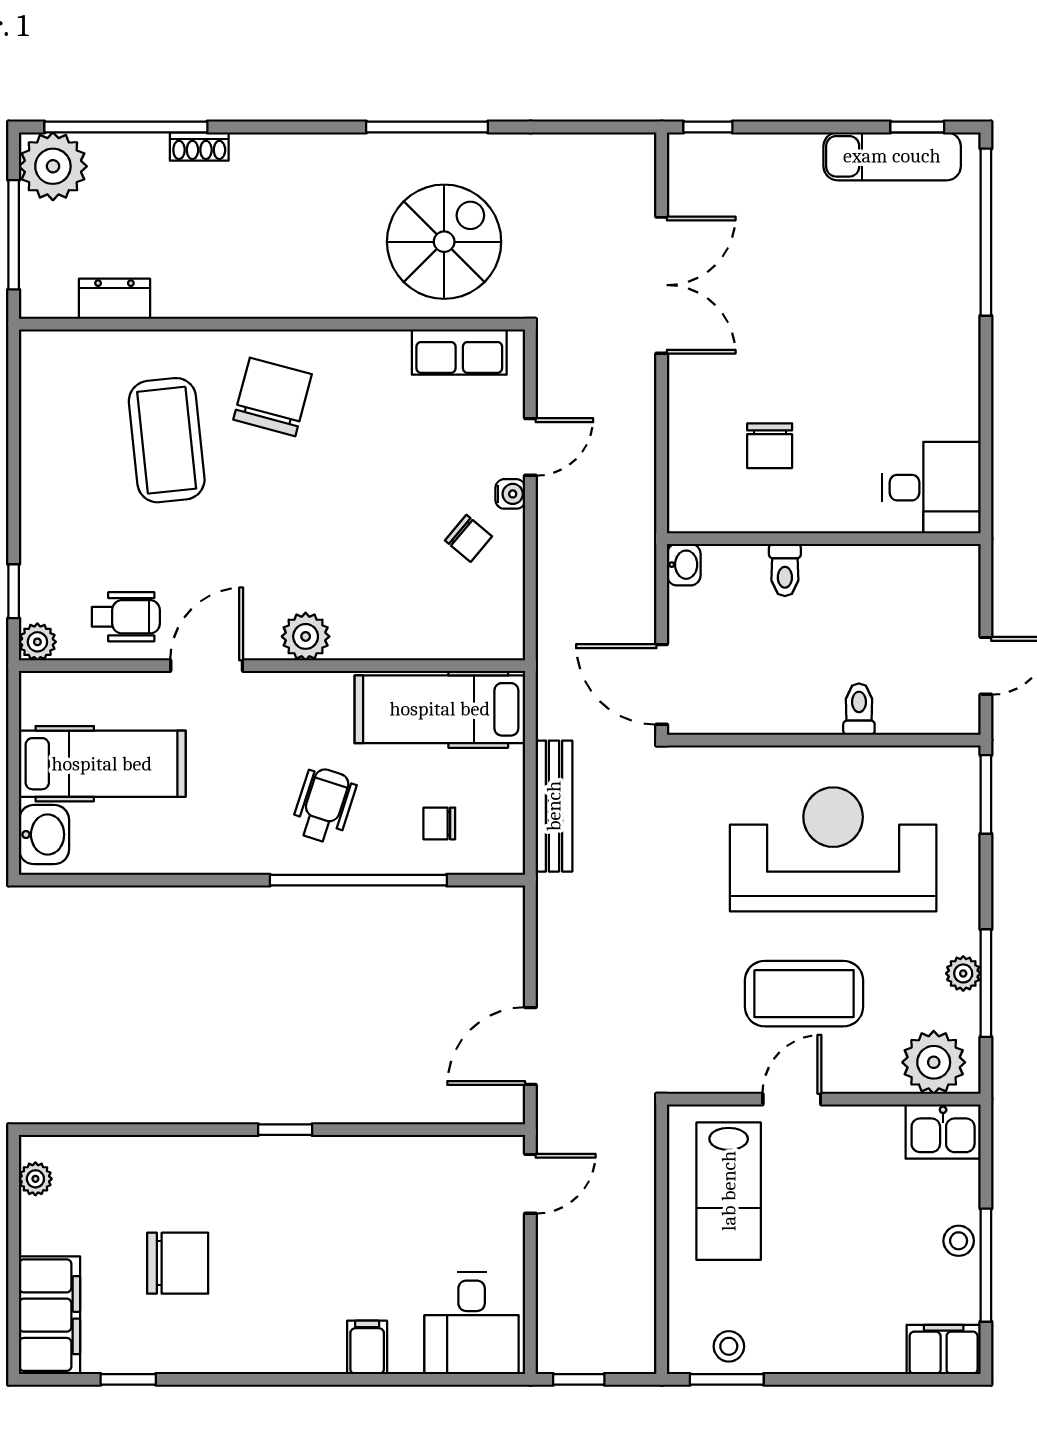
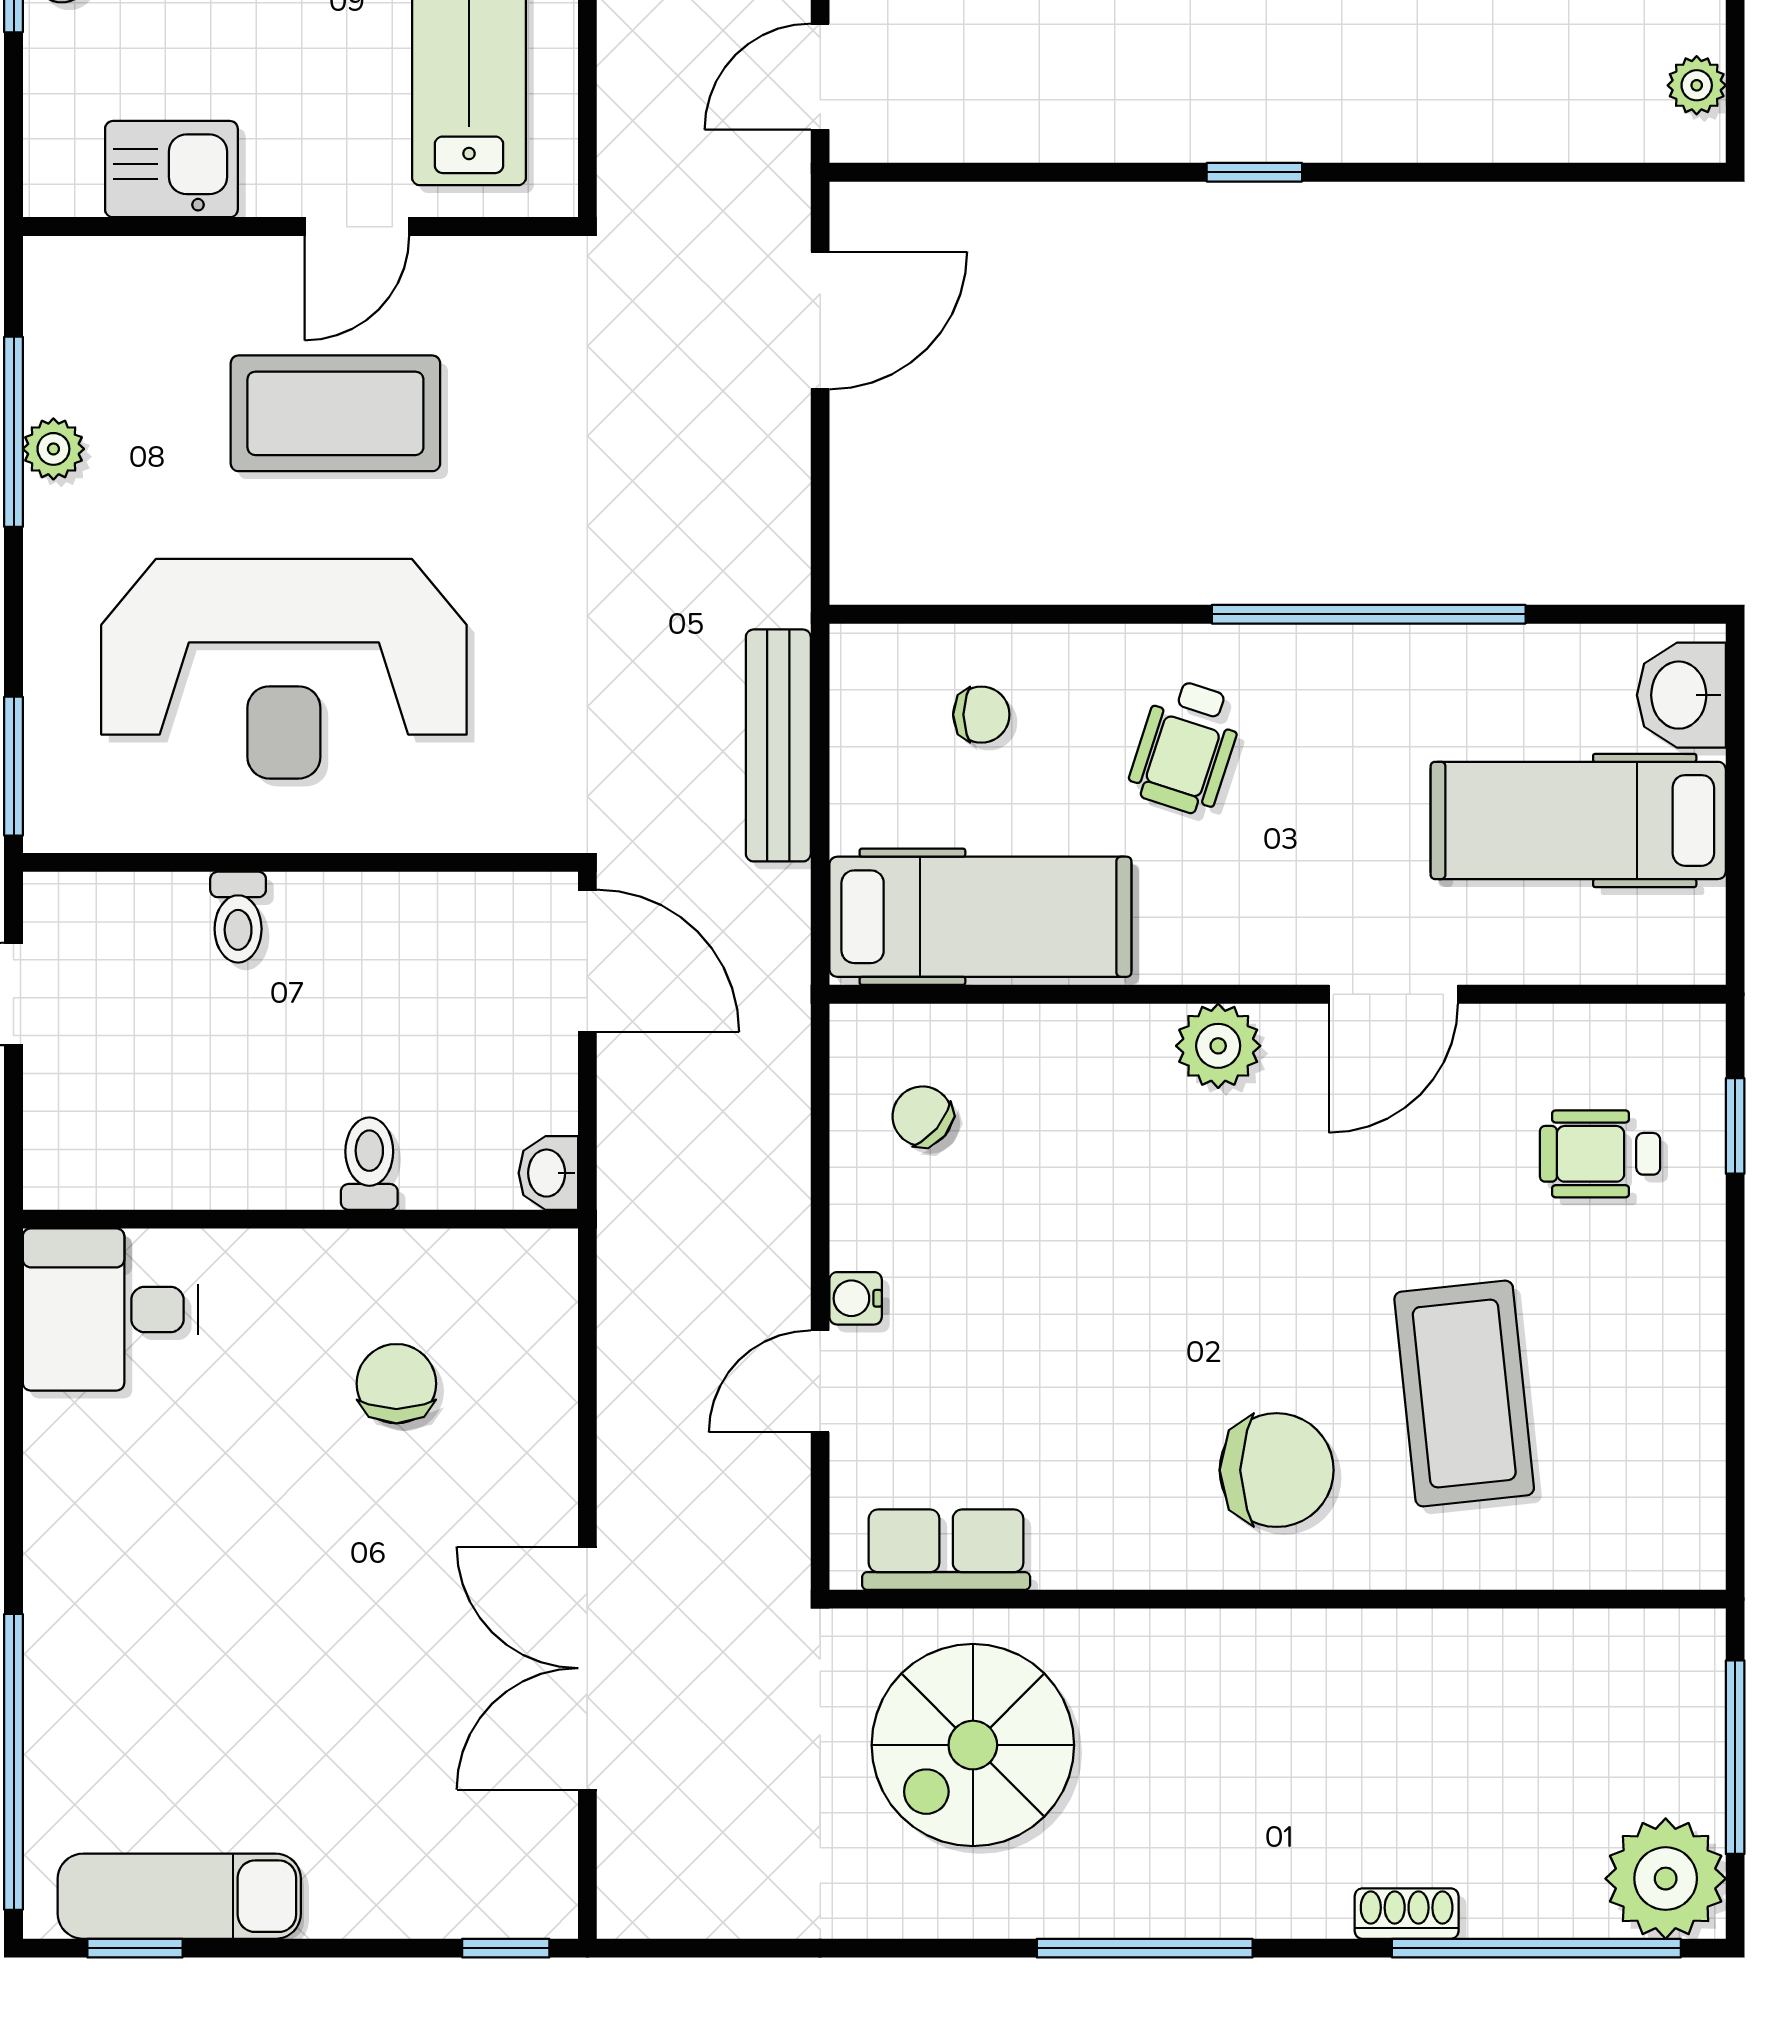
window: (427, 127) -> (1145, 1948), moved
dresser: (114, 299) -> (1557, 1644), removed
chair: (273, 397) -> (1277, 1470), turned -105
chair: (468, 538) -> (922, 1116), moved
wheelchair: (126, 617) -> (1600, 1154), moved
plant: (37, 642) -> (1693, 1036), removed
window: (358, 880) -> (1369, 614), moved
plant: (934, 1062) -> (106, 292), removed
kitchen sink: (943, 1132) -> (171, 169), moved

